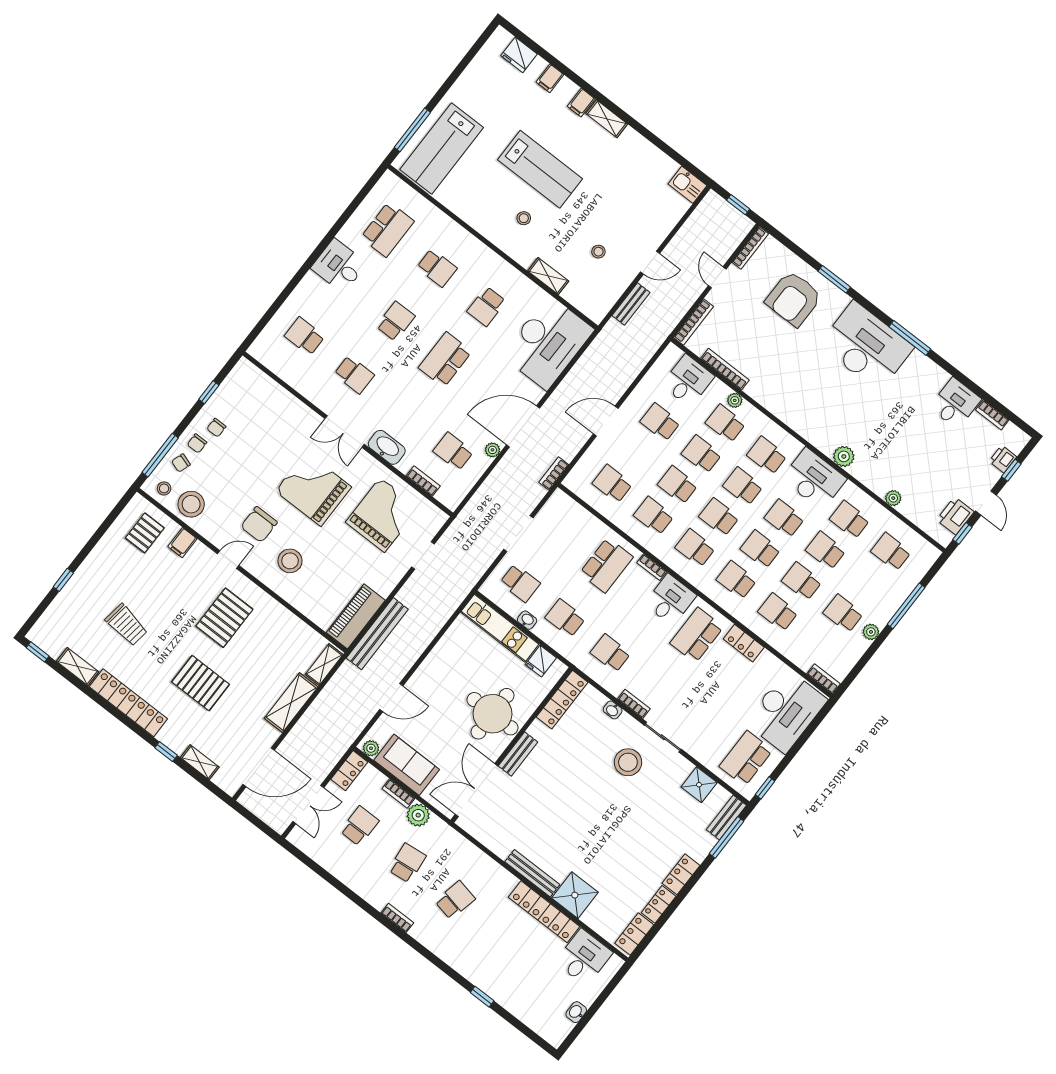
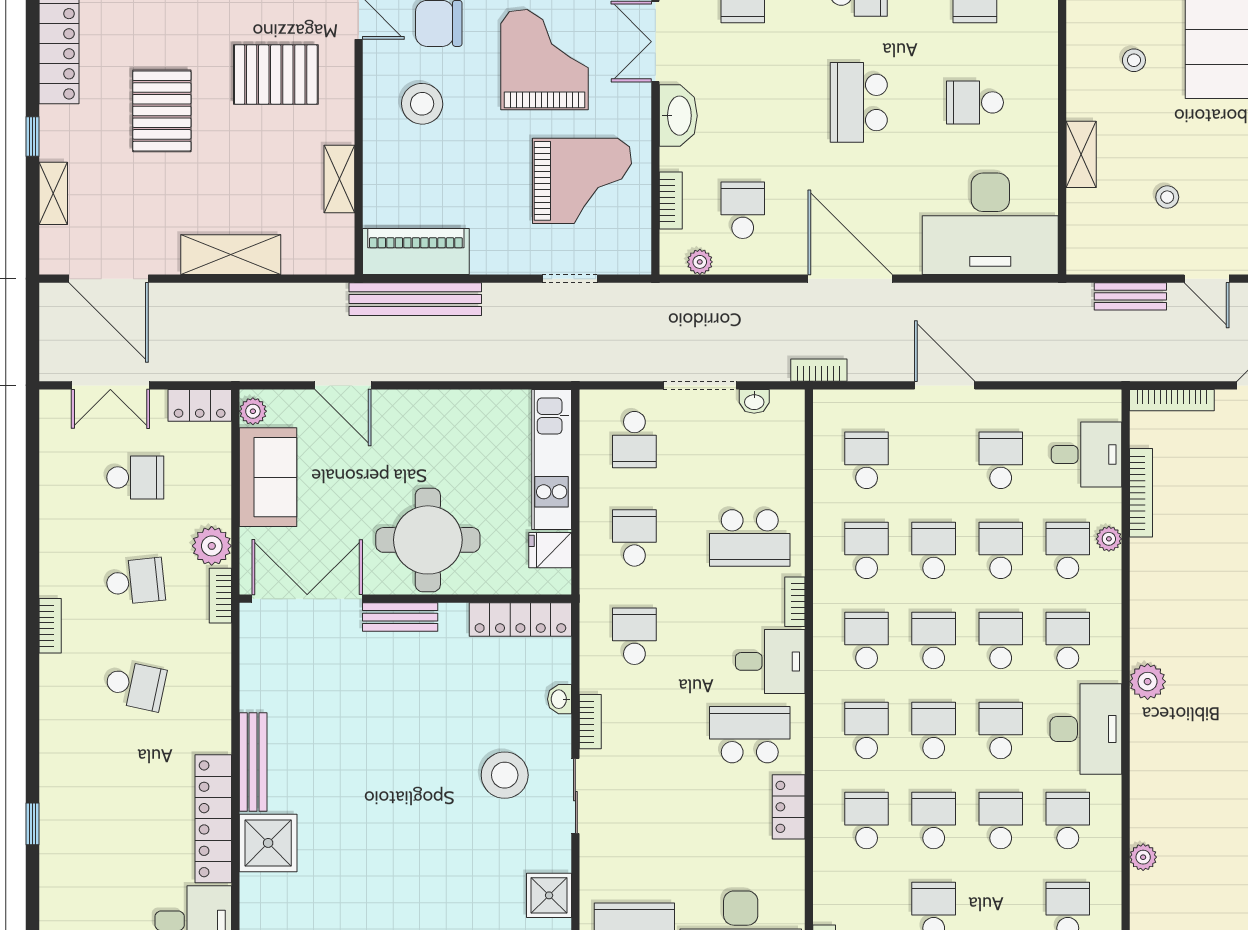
school desk: (445, 360) -> (859, 102), turned -90
plant: (492, 450) -> (700, 262), moved
plant: (844, 456) -> (1148, 682), moved
washbasin: (527, 620) -> (754, 401), moved, turned 90
shelving: (324, 665) -> (339, 179), moved, turned 90
bookcase: (398, 794) -> (220, 596), moved

